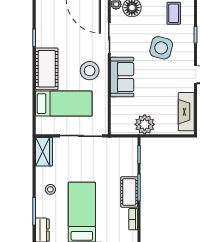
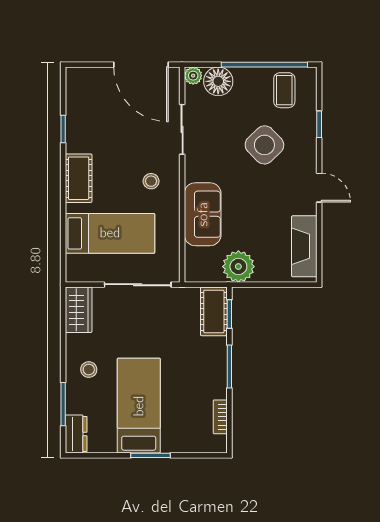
side table: (161, 48) -> (264, 145), turned 32
cot: (47, 69) -> (79, 178), width x0.73, depth x0.75
stool: (90, 71) -> (151, 181), width x0.53, depth x0.53
sofa: (122, 77) -> (203, 214), moved
cot: (129, 192) -> (214, 311), moved

